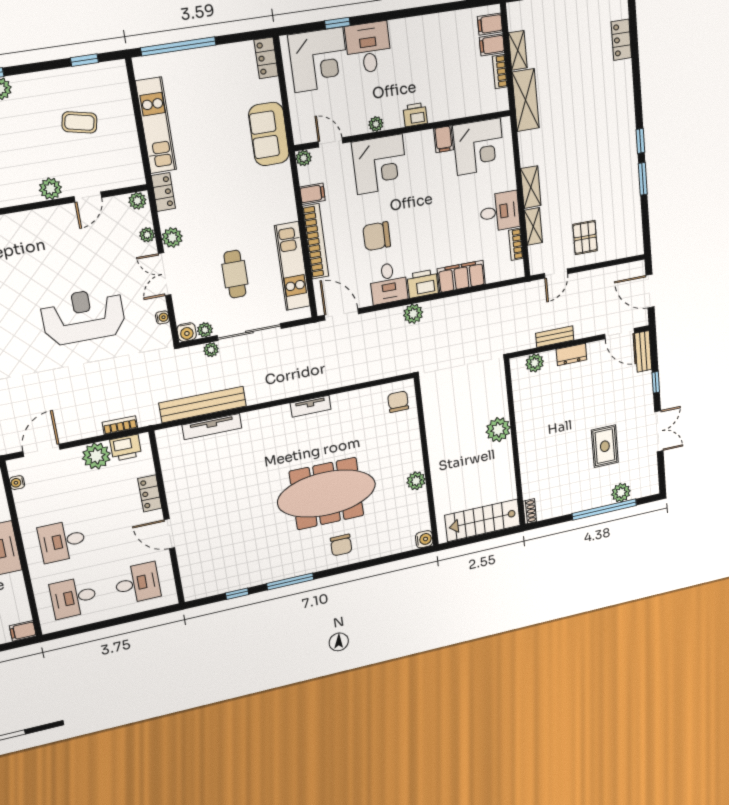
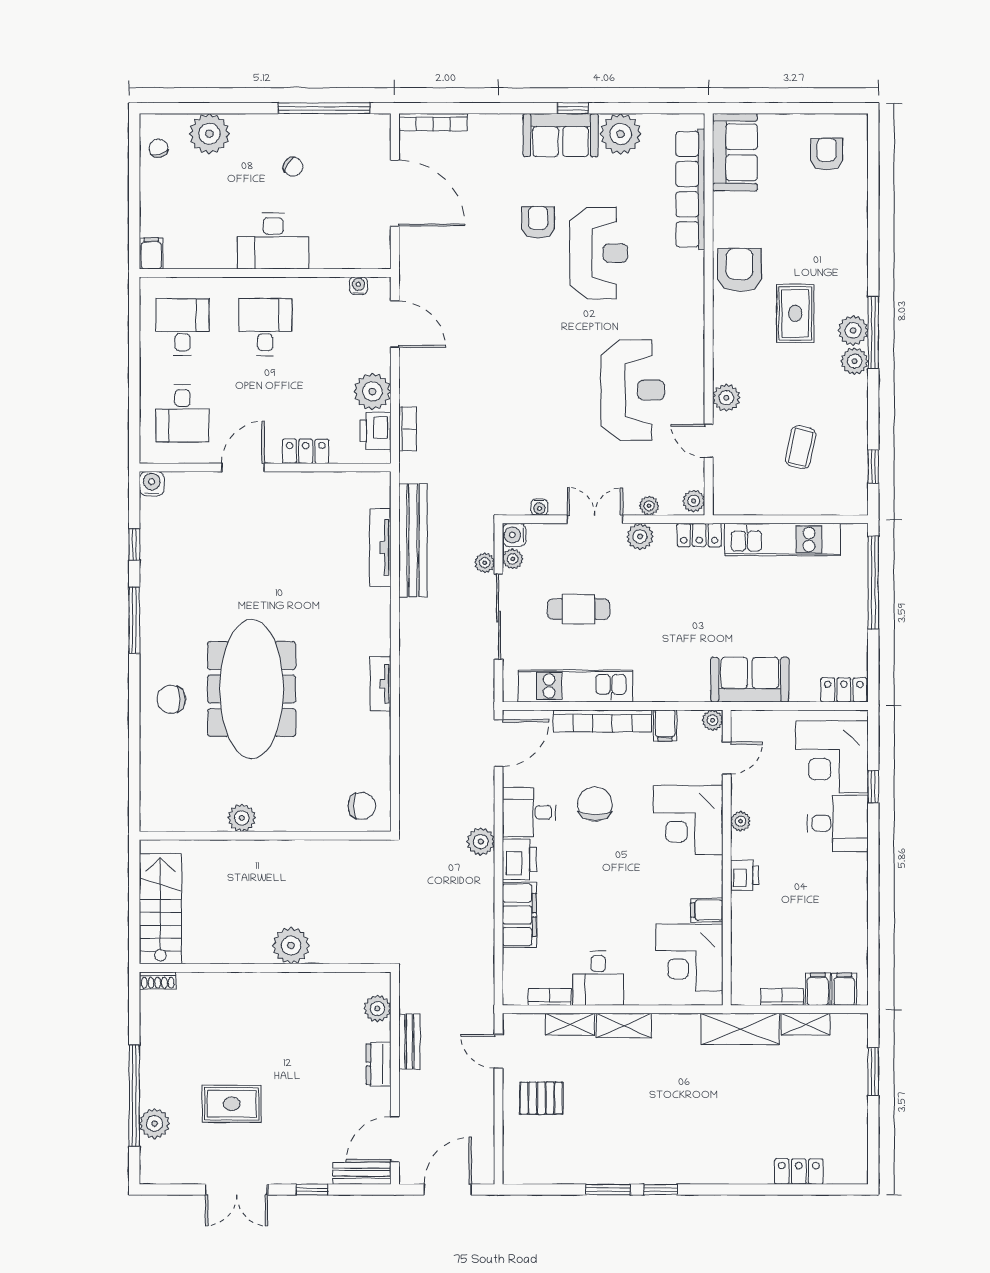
reception desk: (83, 316) -> (633, 390), moved
water cooler: (424, 539) -> (152, 484), moved, turned 180

